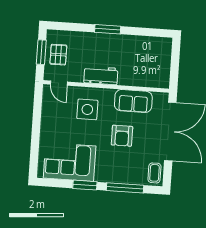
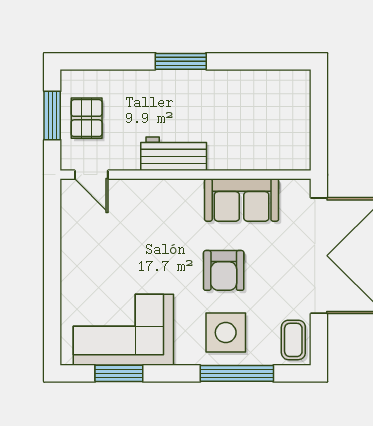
side table: (87, 109) -> (226, 333), moved
window: (85, 185) -> (119, 373), moved

